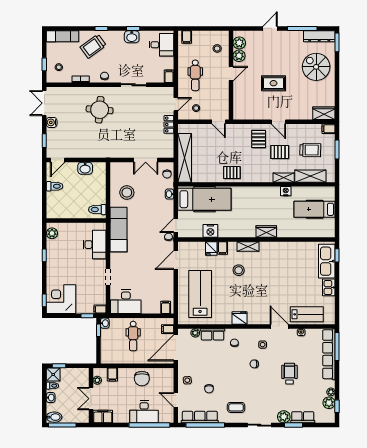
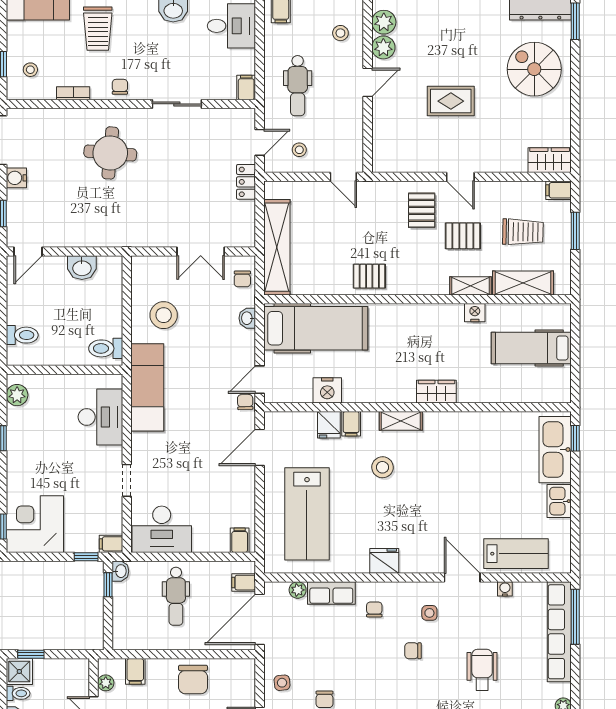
trolley: (93, 46) -> (98, 29), turned -54
toilet: (55, 186) -> (22, 335), moved
lab bench: (200, 294) -> (307, 514), turned 180

